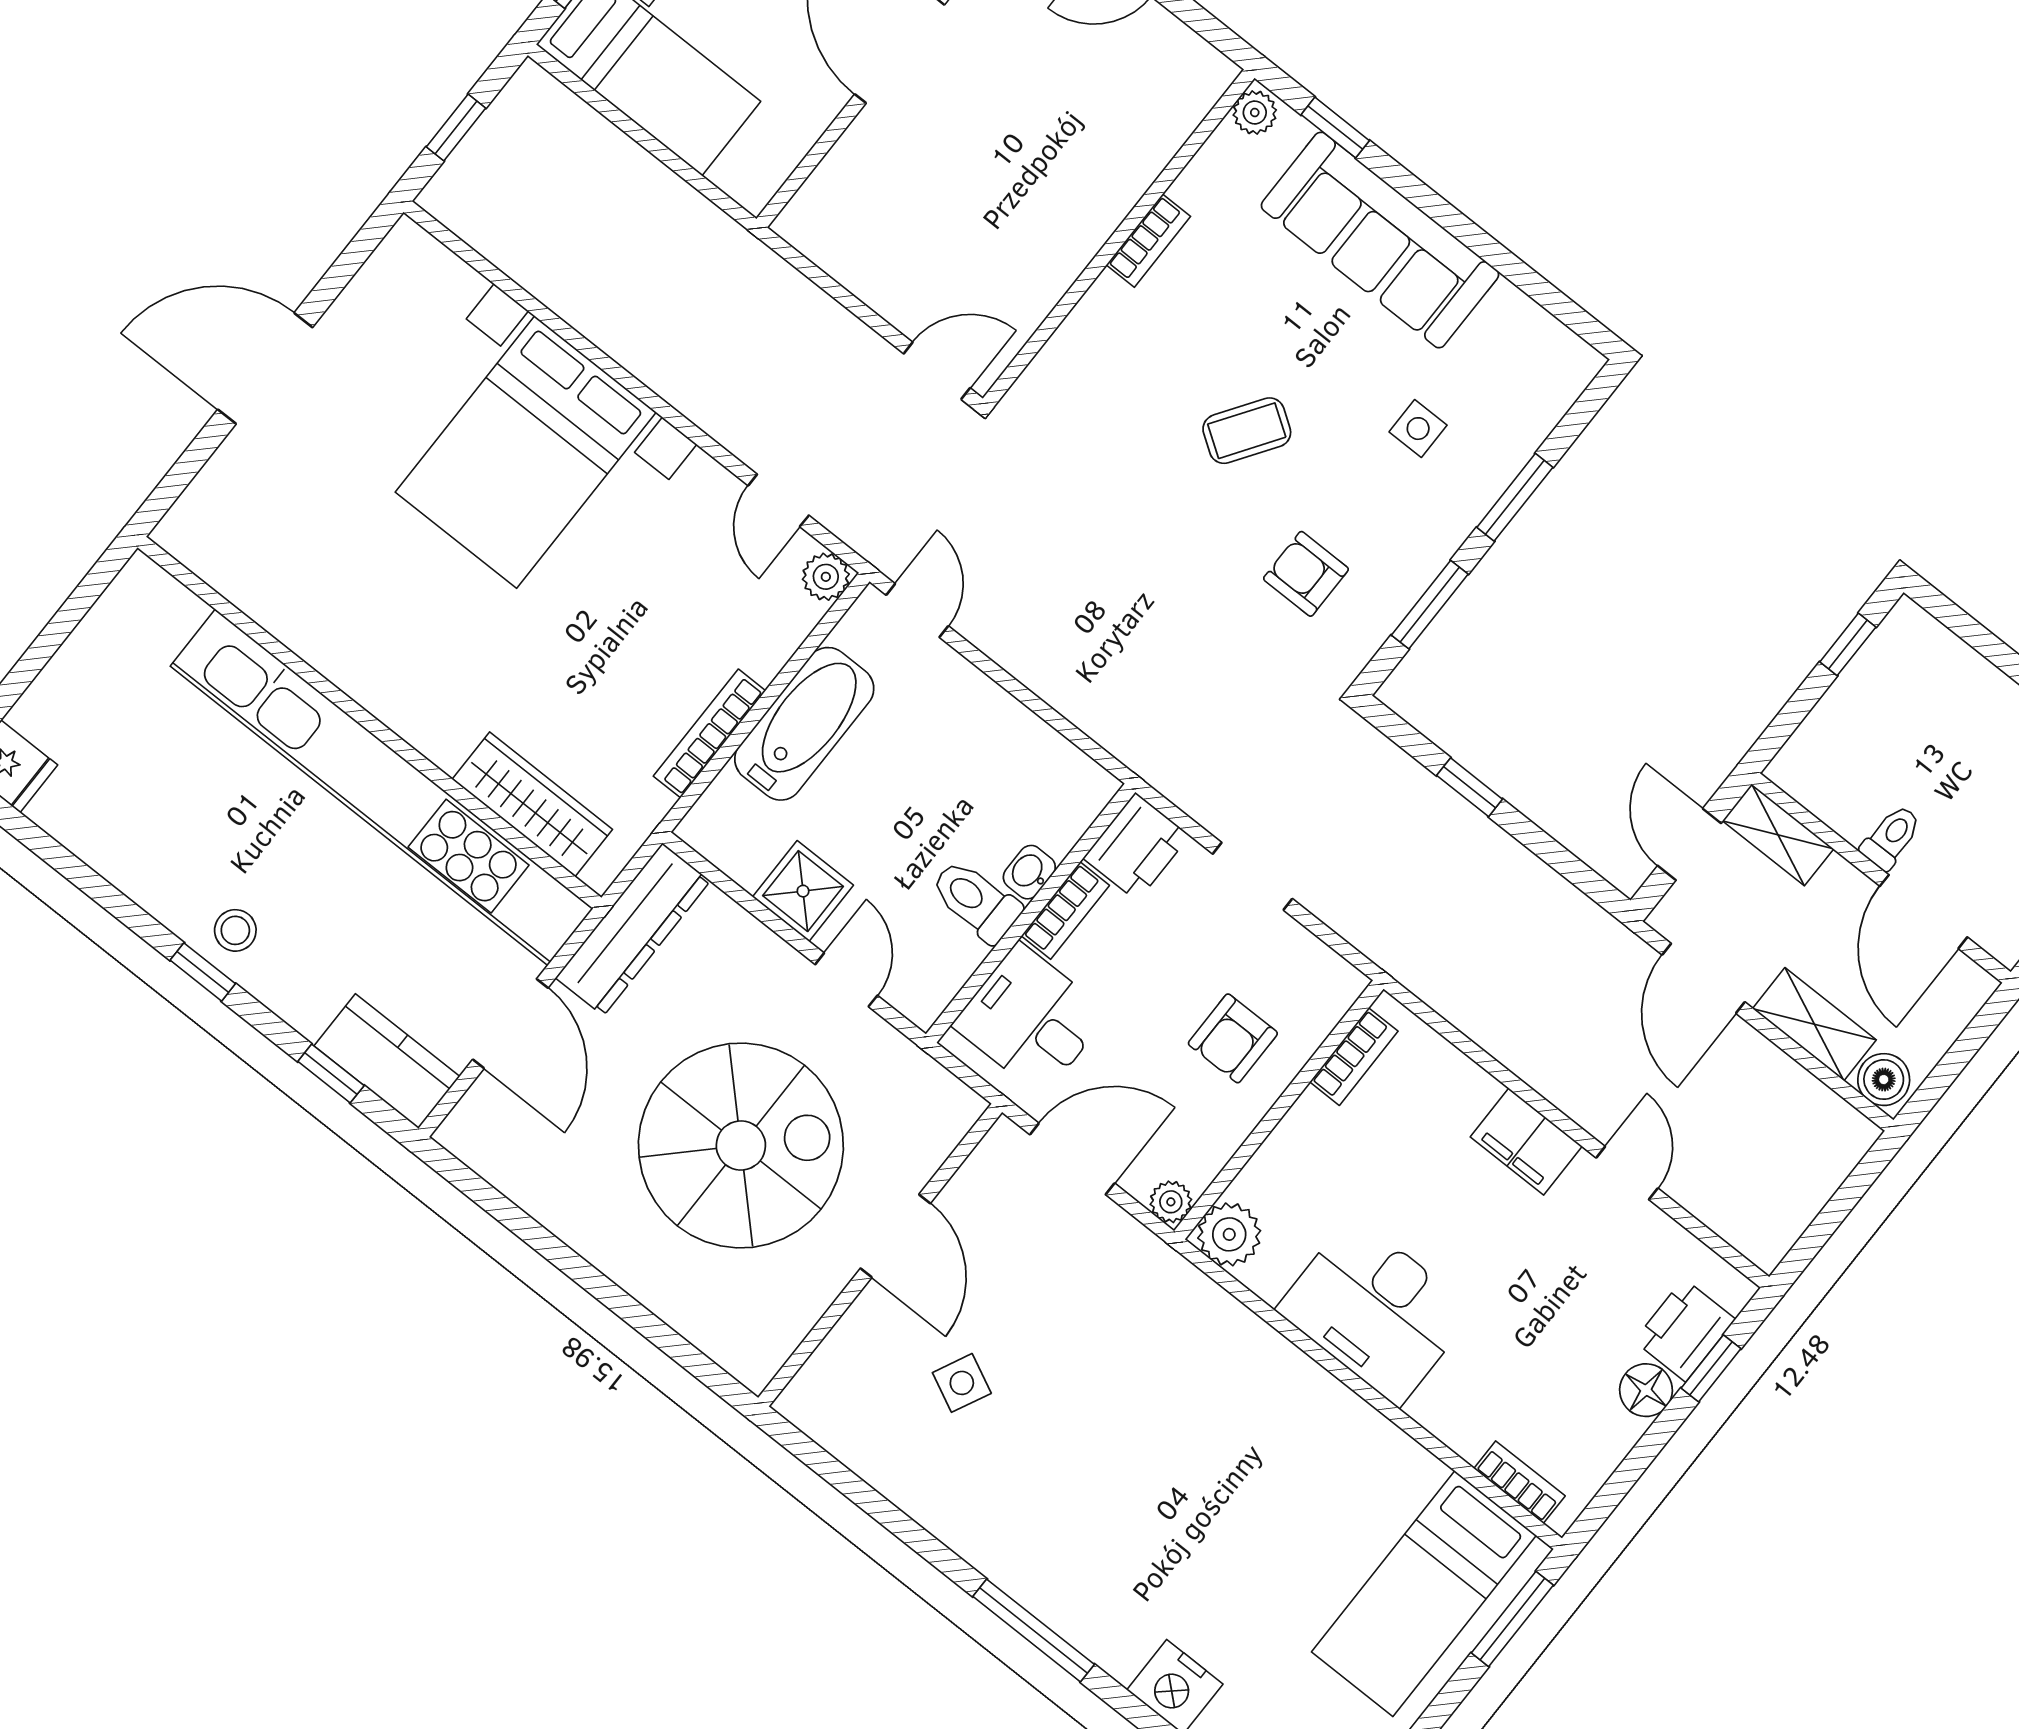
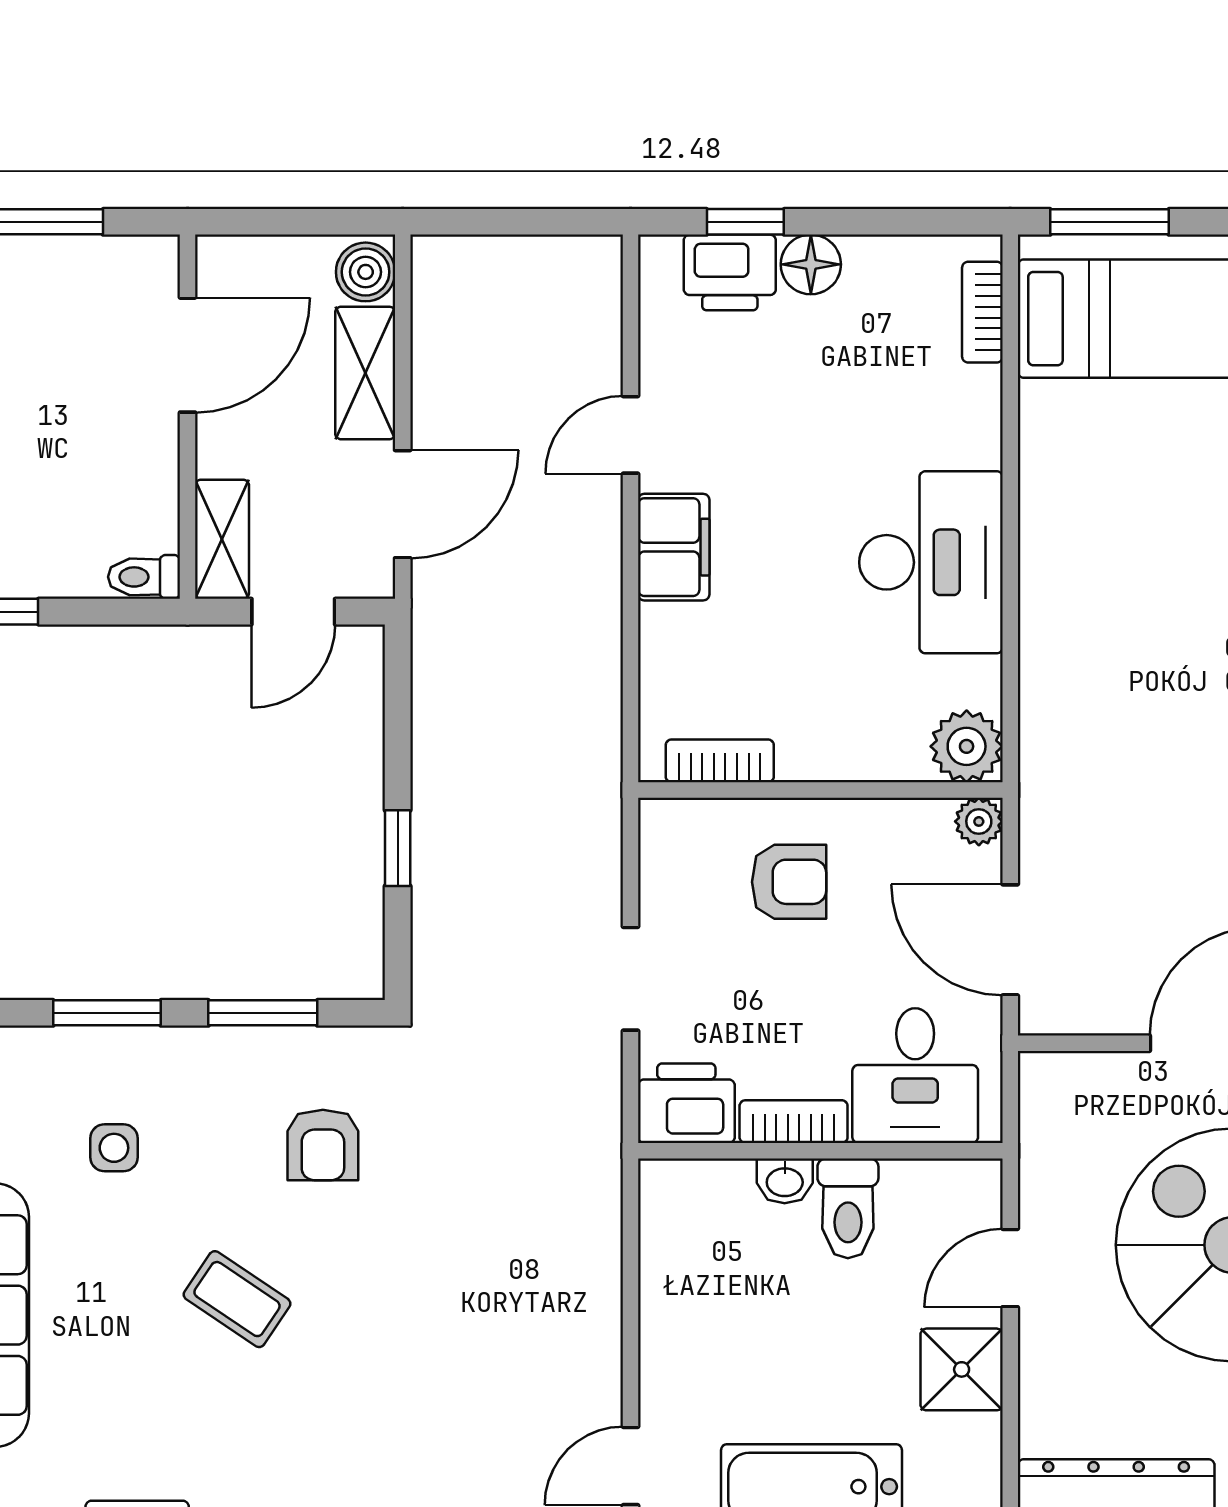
toilet: (1891, 837) -> (144, 577), moved

